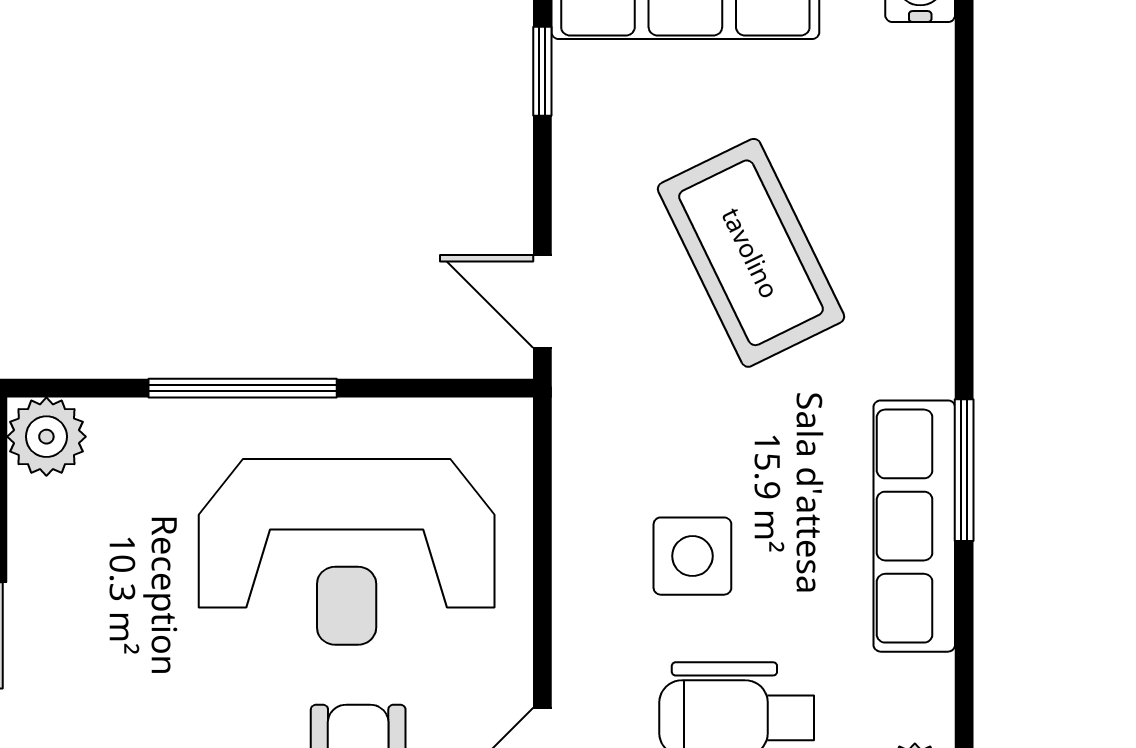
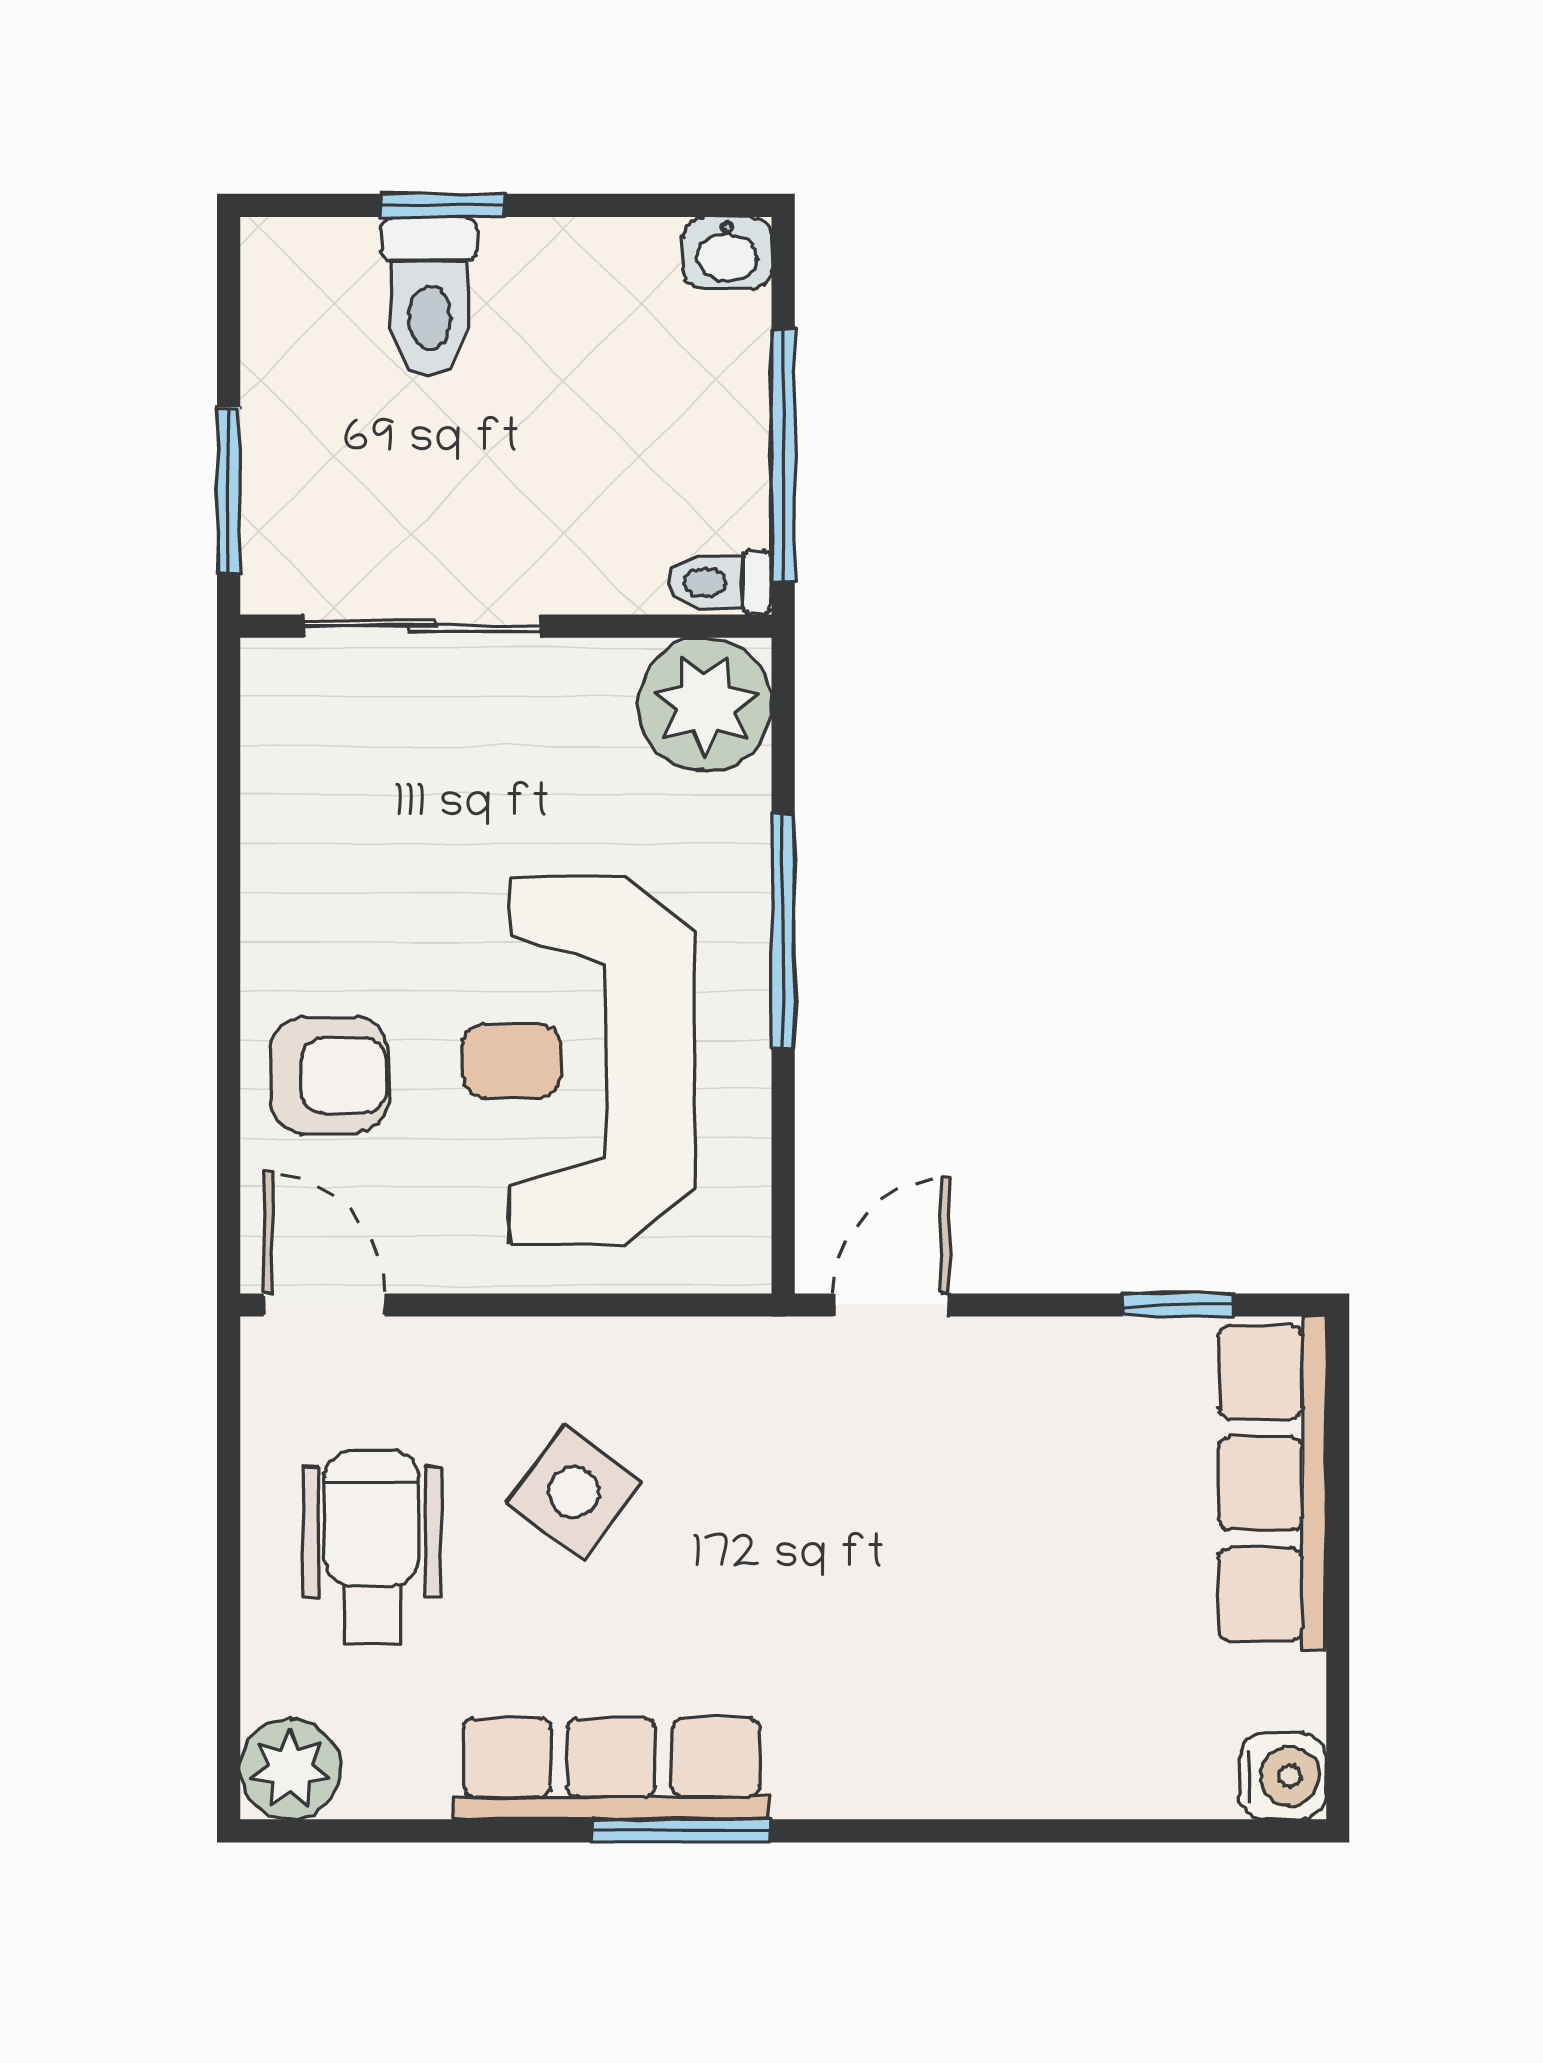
coffee table: (751, 253) -> (952, 1565), removed
plant: (46, 437) -> (705, 704), width x1.36, depth x1.36
side table: (692, 556) -> (574, 1492), turned 36

